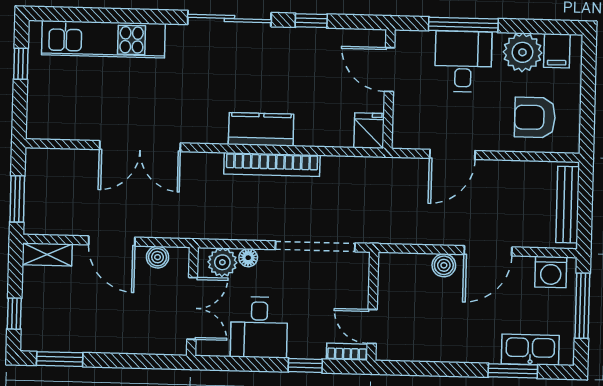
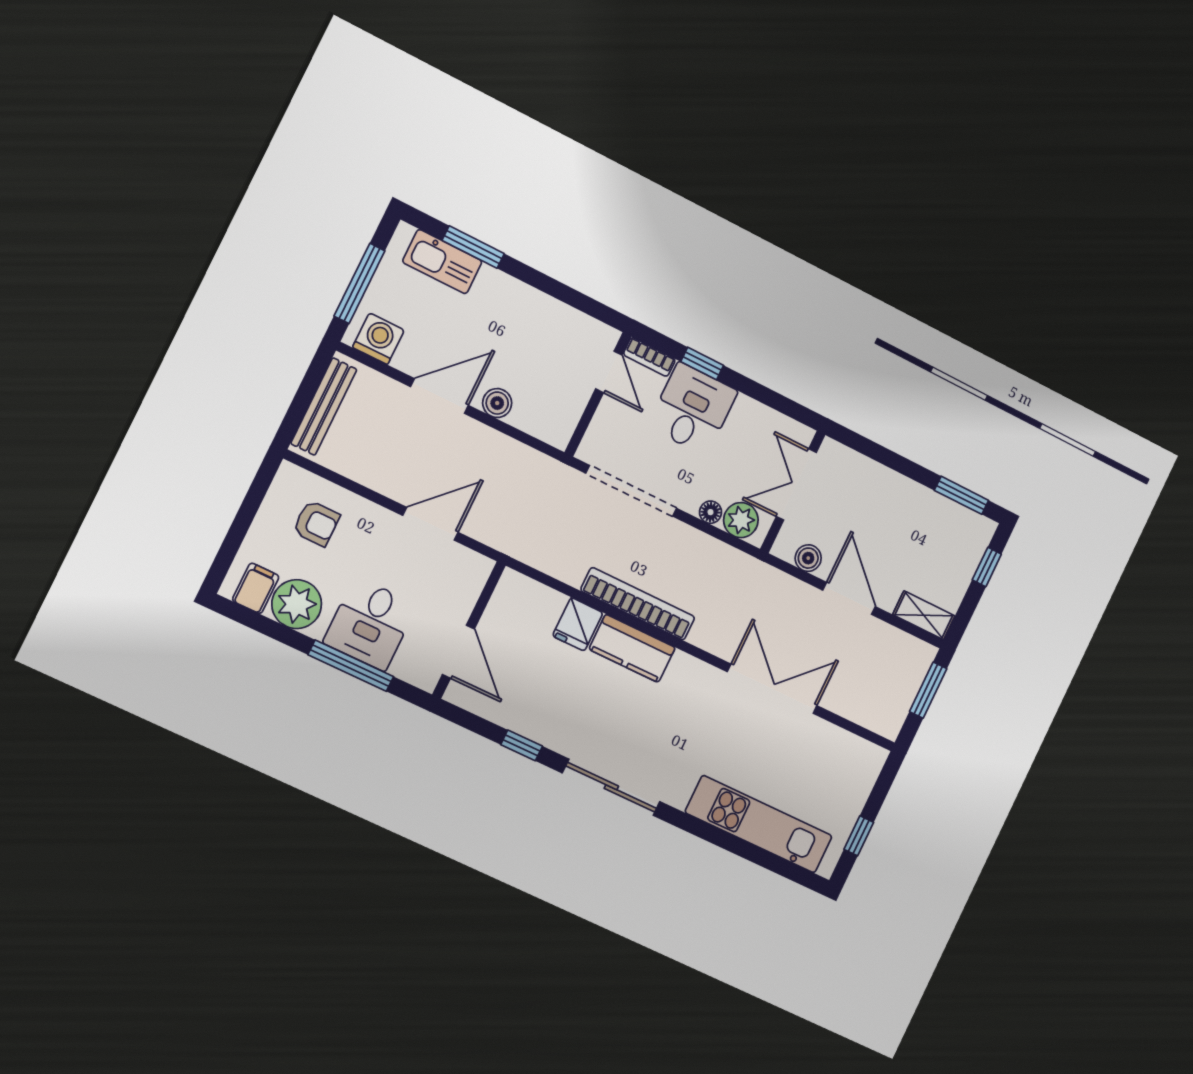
armchair: (535, 117) -> (316, 523), width x0.72, depth x0.72
fridge: (369, 131) -> (578, 624), moved
desk: (259, 327) -> (693, 409), moved

